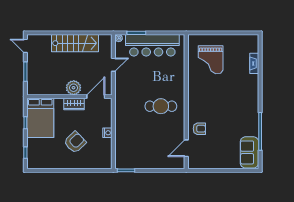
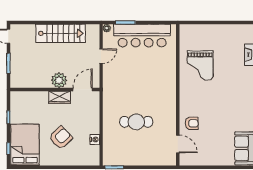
grand piano: (211, 60) -> (200, 65), moved
cafe table: (161, 106) -> (136, 122), moved
bed: (40, 118) -> (25, 145), moved, turned 180
nightstand: (107, 133) -> (95, 139), moved
door: (186, 148) -> (178, 144), swing flipped

